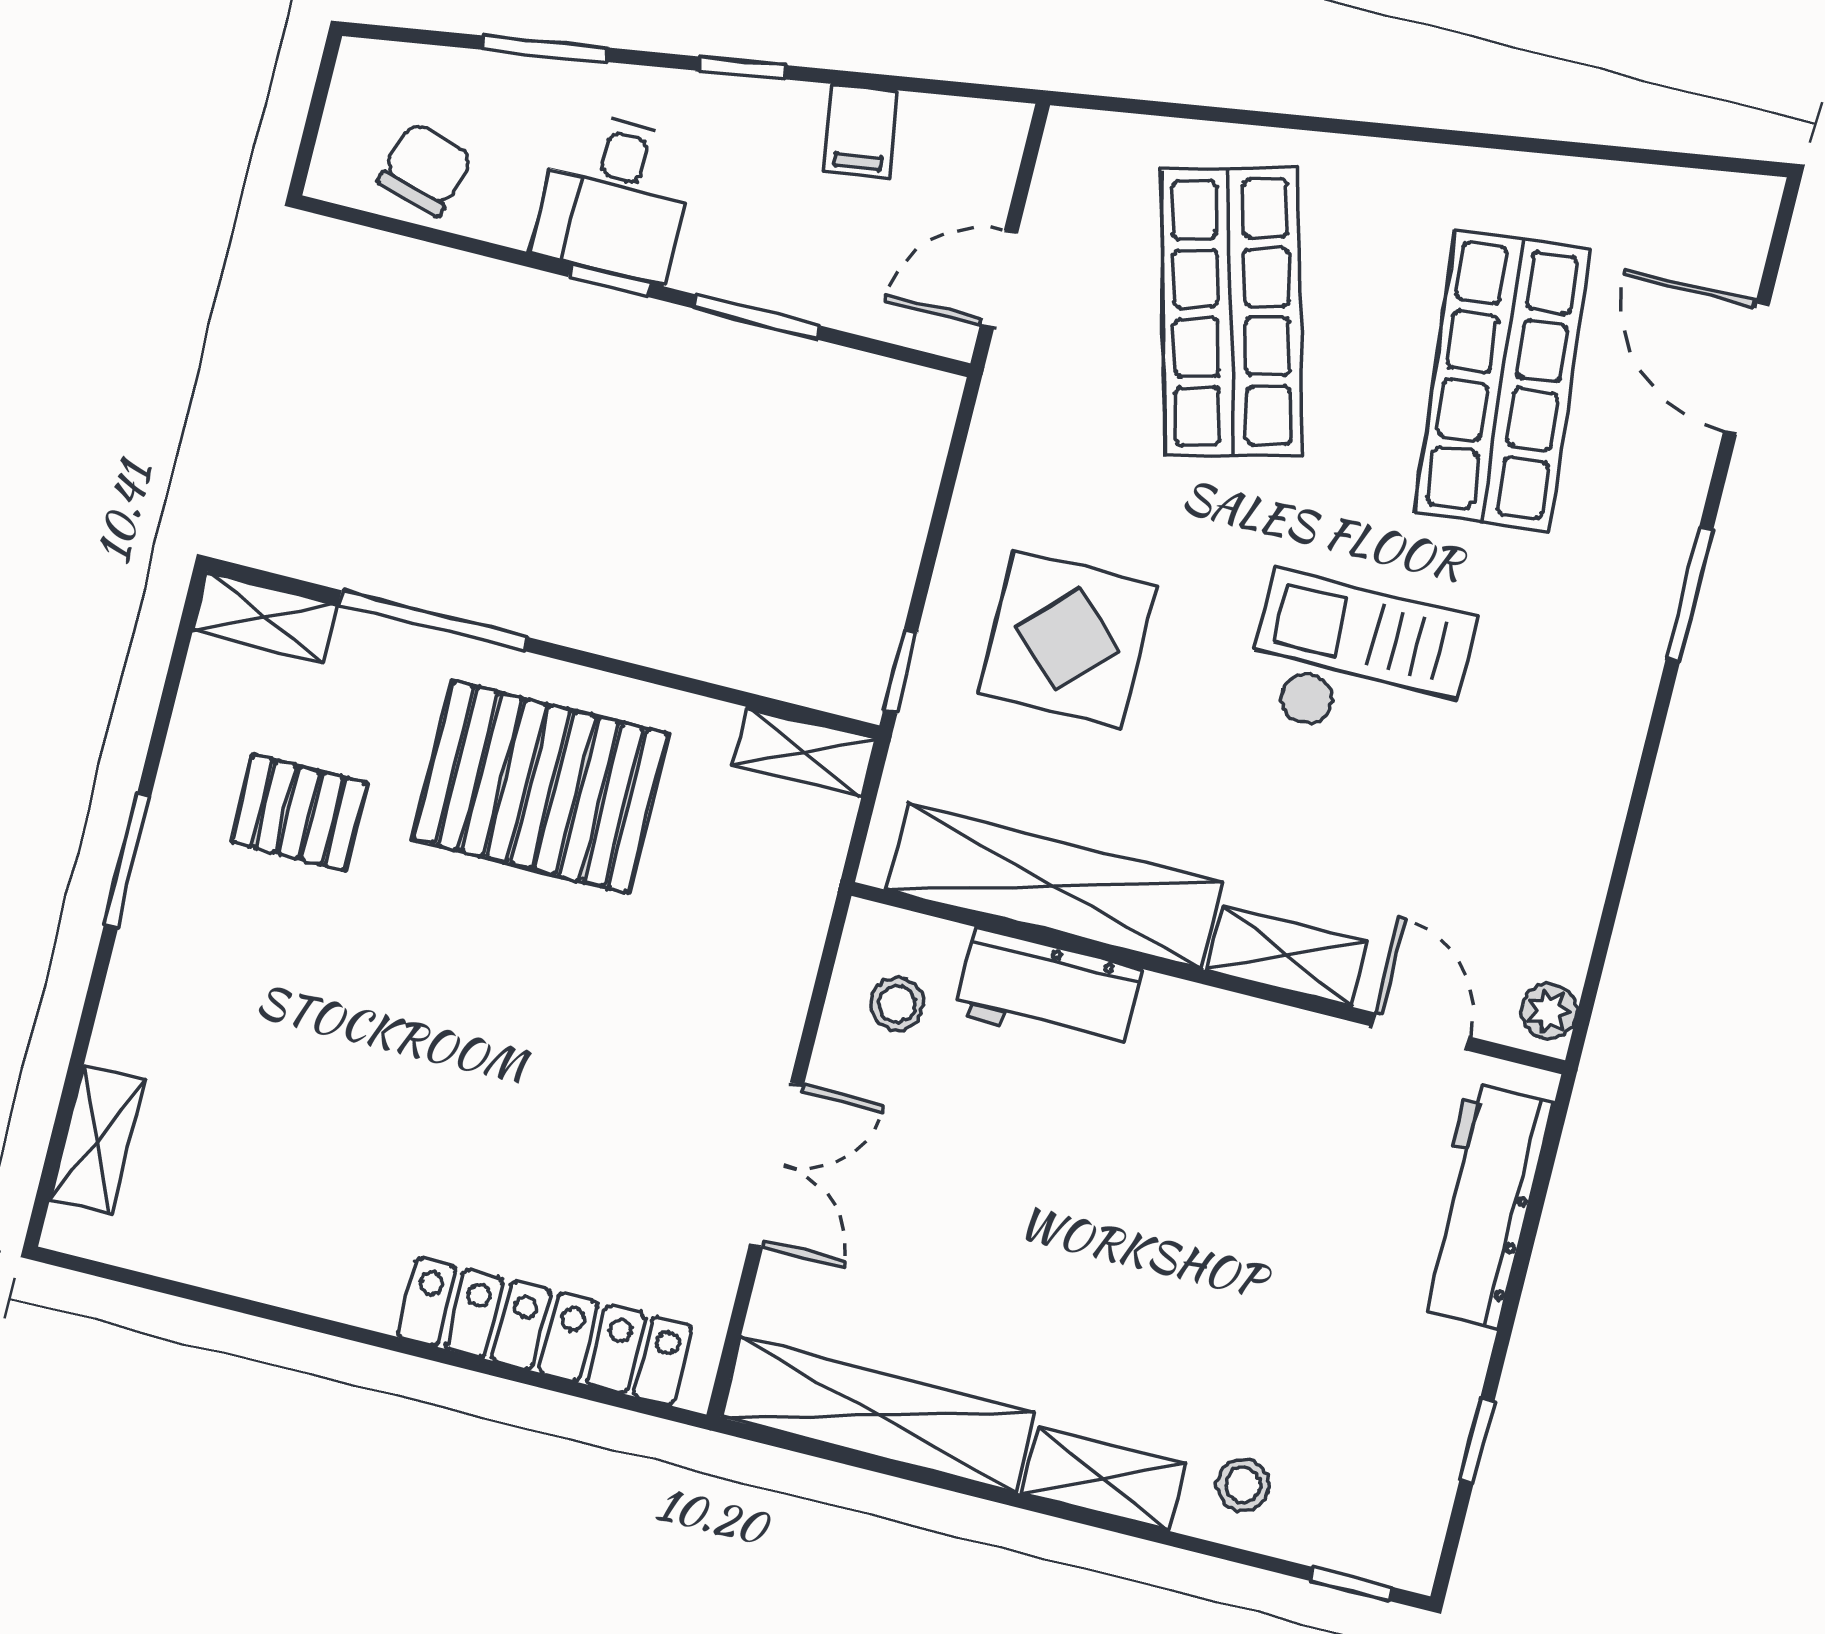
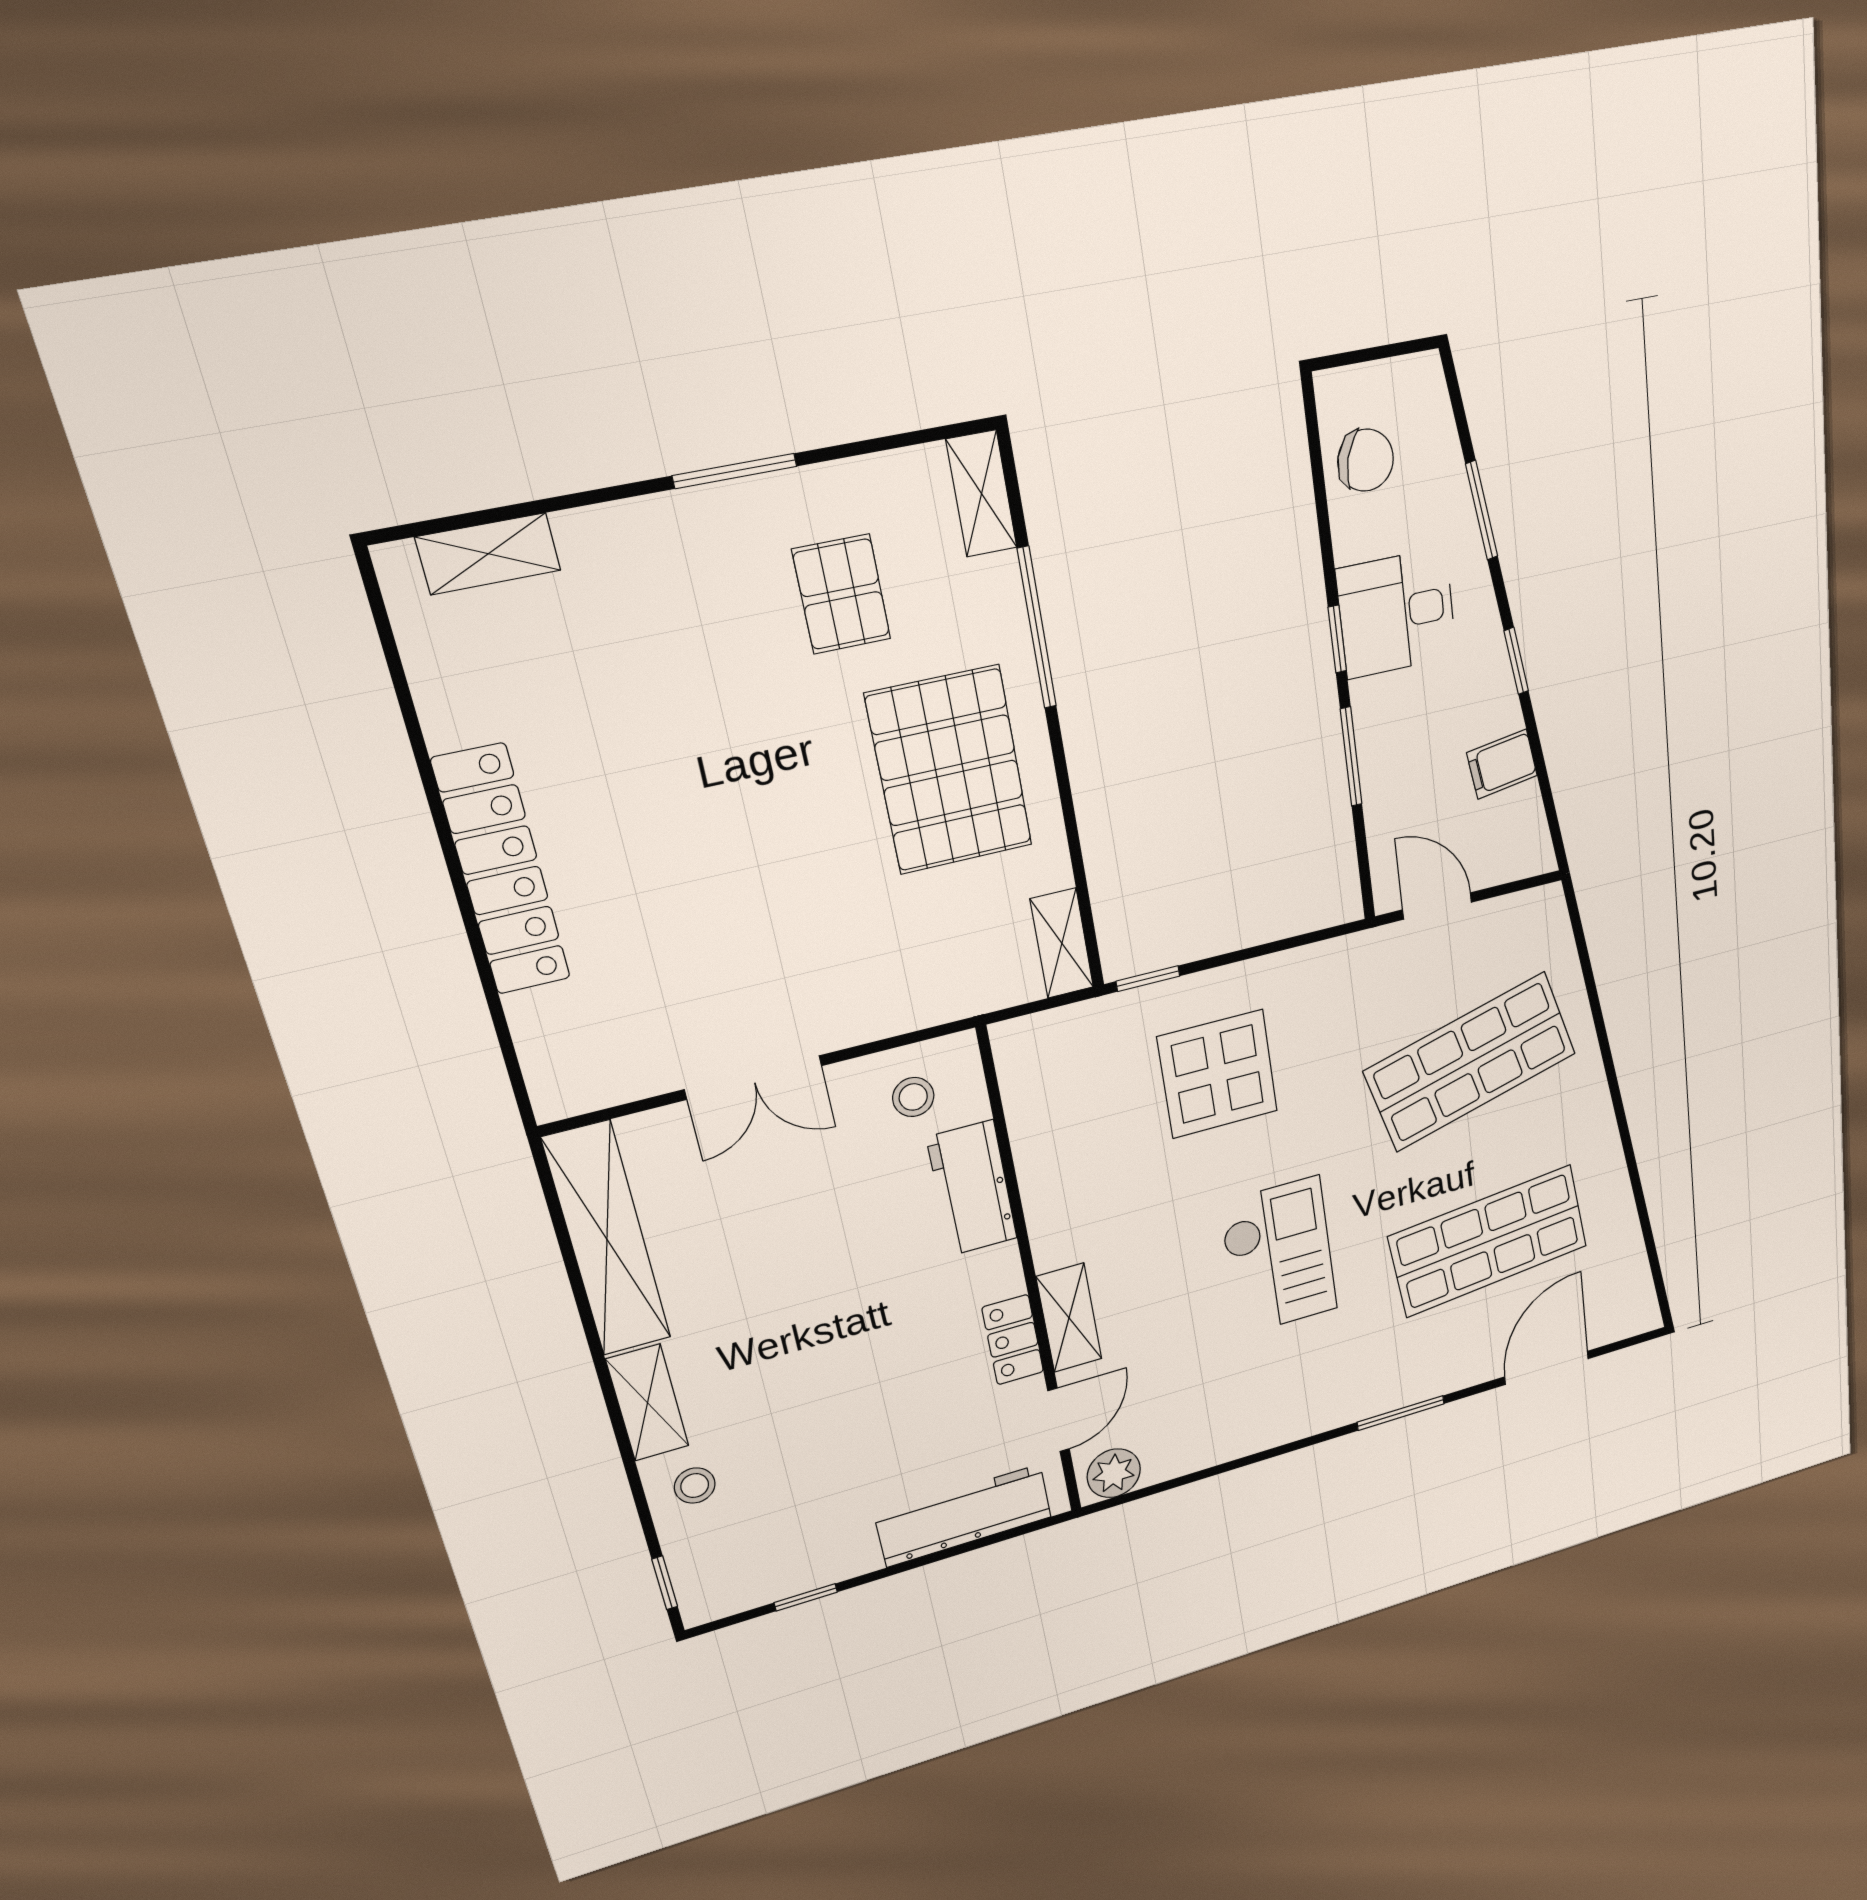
shelving: (1054, 886) -> (1046, 1154), removed
plant: (1549, 1011) -> (1114, 1473), width x1.38, depth x1.38
locker: (1276, 1036) -> (1013, 1340), added
locker: (545, 1331) -> (502, 870), moved

